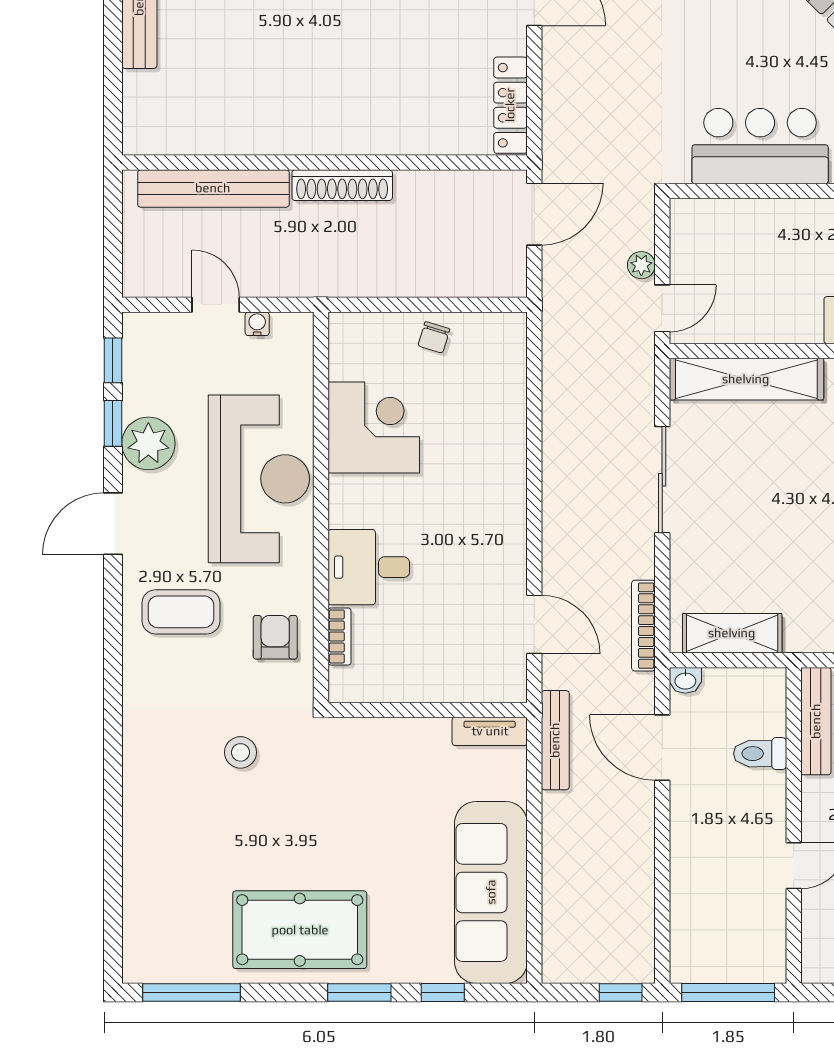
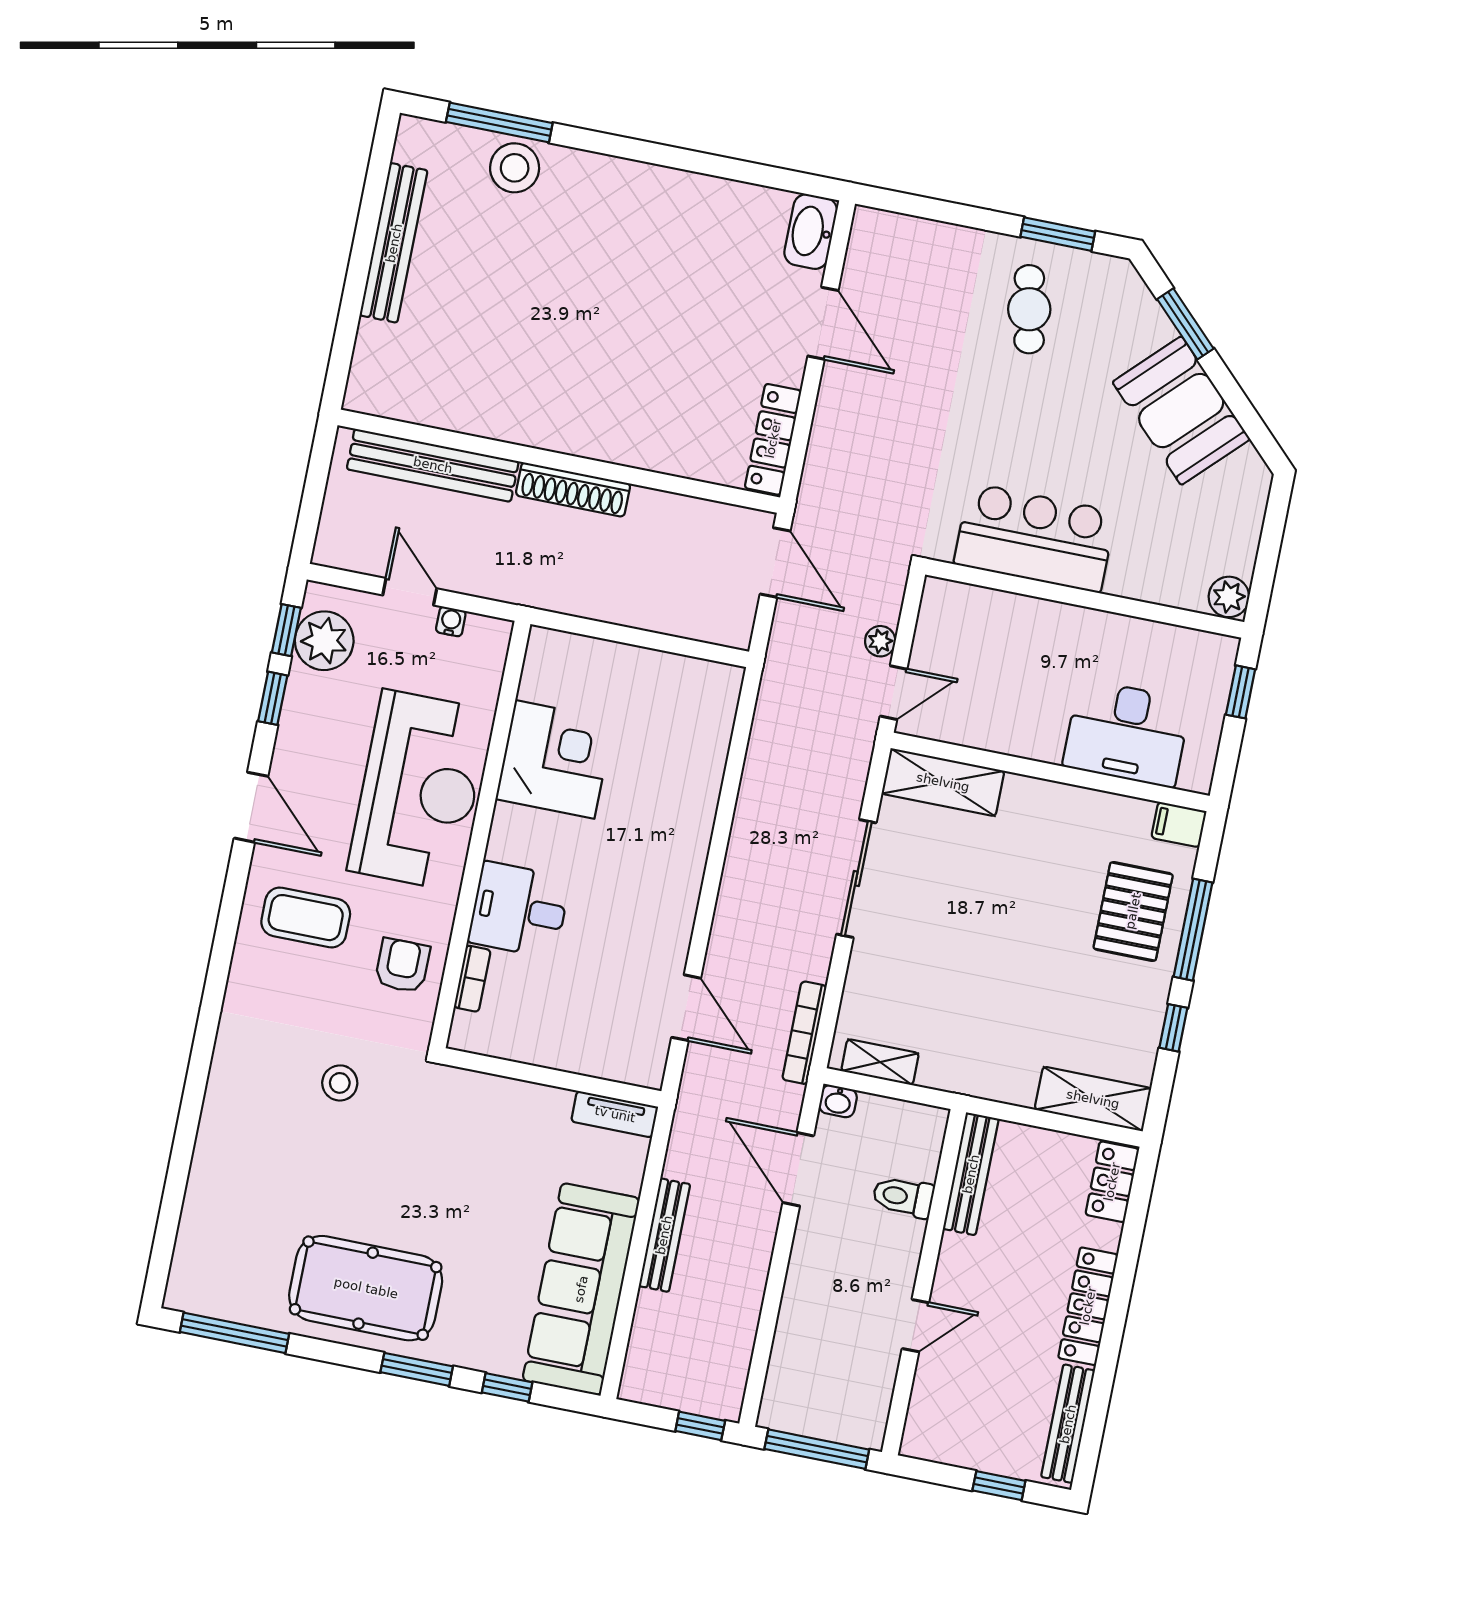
door: (534, 214) -> (775, 563), hinge flipped
chair: (434, 337) -> (640, 675), removed
shelving: (746, 379) -> (943, 782), width x0.68
plant: (148, 443) -> (324, 641), moved
door: (113, 524) -> (251, 807), swing flipped
shelving: (732, 633) -> (880, 1062), width x0.67, depth x0.75
bench: (555, 740) -> (664, 1235), moved

